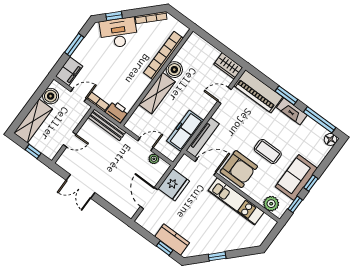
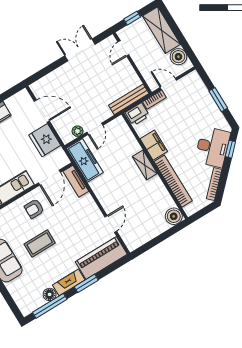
wardrobe: (228, 66) -> (137, 239), removed
boiler: (174, 70) -> (174, 216), moved
filing cabinet: (69, 71) -> (154, 145), moved, turned 180
shelving: (157, 93) -> (145, 165), width x0.67, depth x0.75
door: (79, 95) -> (168, 84), swing flipped
freezer: (185, 131) -> (85, 160), moved
tv unit: (203, 137) -> (76, 181), width x0.71
floor lamp: (331, 139) -> (50, 294), moved
door: (70, 140) -> (123, 48), moved
armchair: (239, 169) -> (34, 209), width x0.53, depth x0.53

